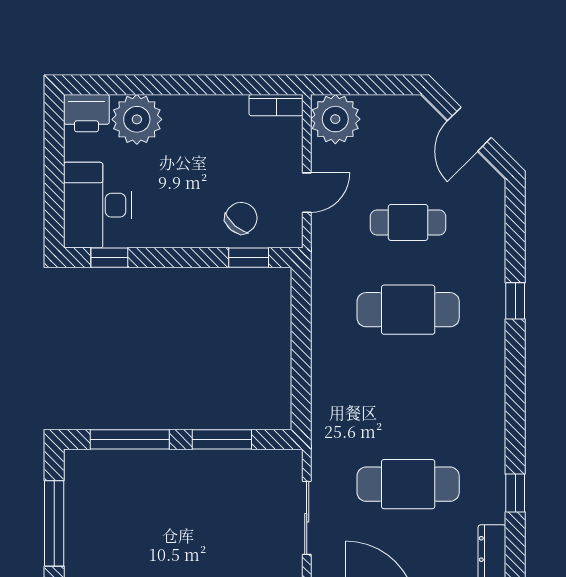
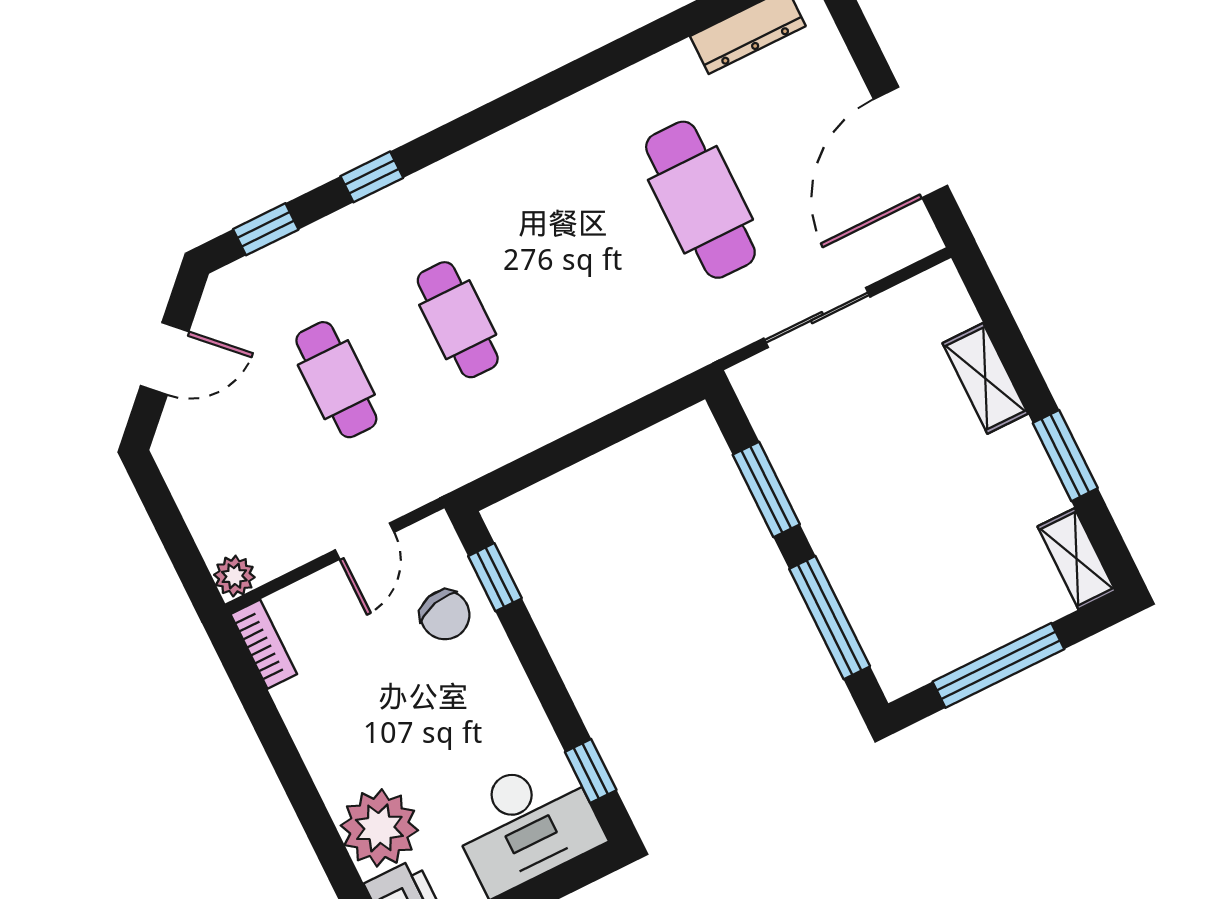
plant: (335, 119) -> (234, 576), width x0.53, depth x0.53
door: (307, 193) -> (365, 541), swing flipped
chair: (241, 218) -> (445, 615), turned -145
cafe table: (408, 310) -> (458, 320), width x0.73, depth x0.74
window: (515, 493) -> (266, 229), moved

